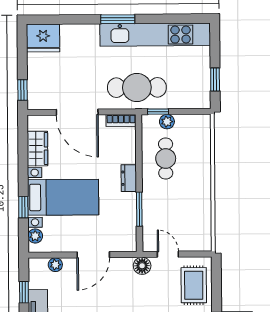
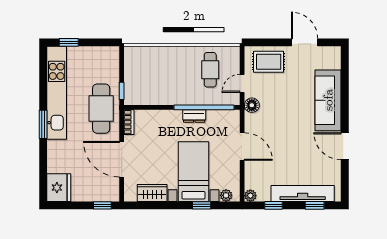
window: (215, 80) -> (69, 42), moved
door: (77, 112) -> (122, 159), swing flipped
plant: (167, 122) -> (130, 83), removed
cafe table: (166, 159) -> (210, 70), moved, turned 90
dresser: (129, 178) -> (194, 116), moved
window: (139, 209) -> (204, 107), width x2.11
plant: (55, 265) -> (250, 196), moved

